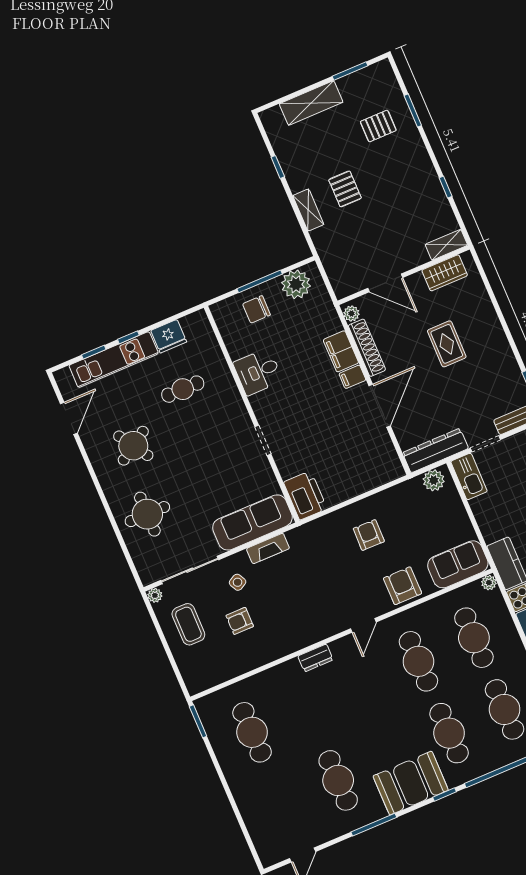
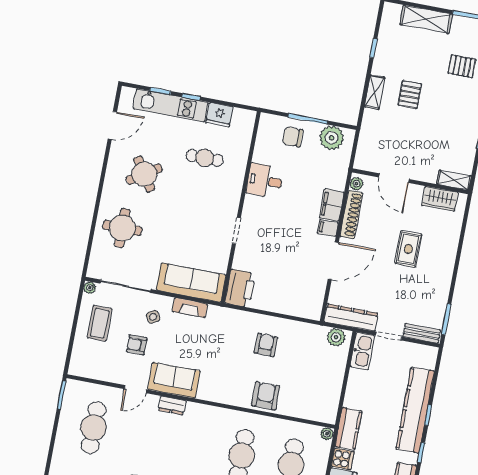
sofa: (458, 564) -> (174, 380), moved
door: (363, 625) -> (136, 389), moved

